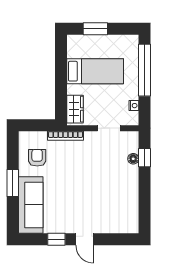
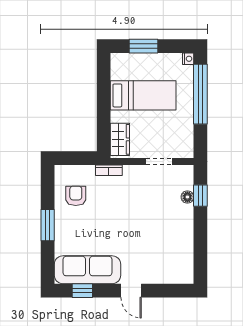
nightstand: (134, 106) -> (188, 59), moved
bookcase: (66, 136) -> (109, 170), width x0.64
sofa: (31, 205) -> (87, 270), moved, turned -90
window: (56, 239) -> (82, 291), moved

